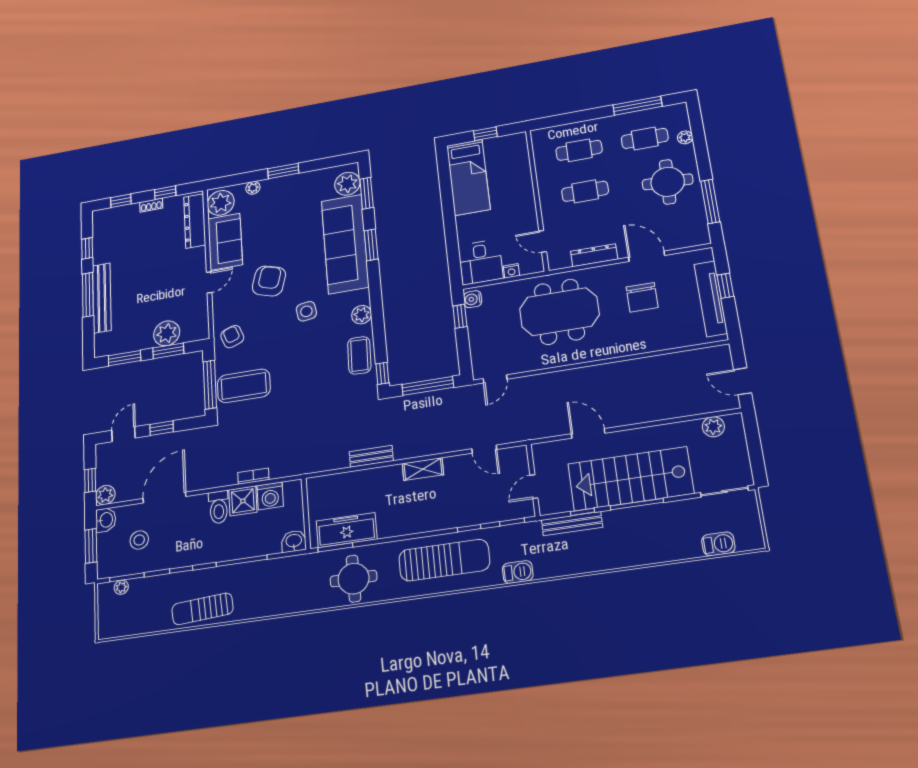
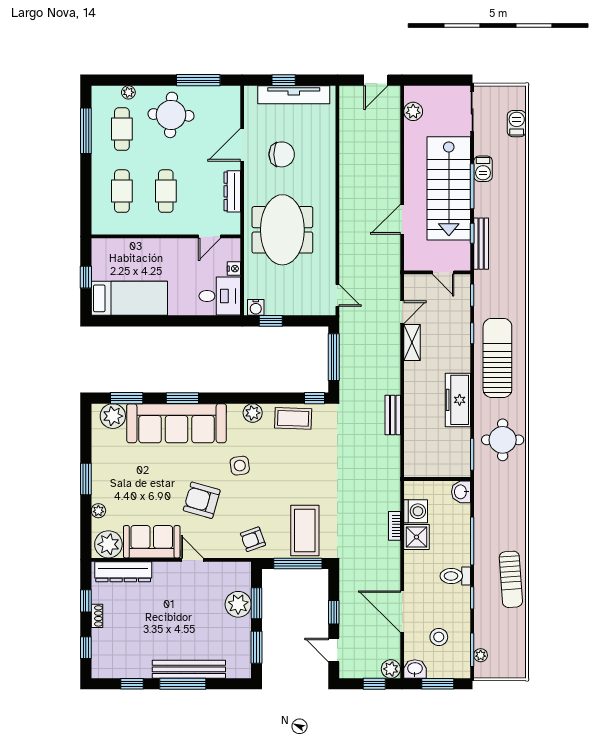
shelving: (423, 469) -> (412, 342), moved
toilet: (219, 507) -> (455, 576), moved, turned 180
freezer: (347, 530) -> (458, 400), moved
barbecue: (518, 572) -> (483, 169), moved, turned 180

